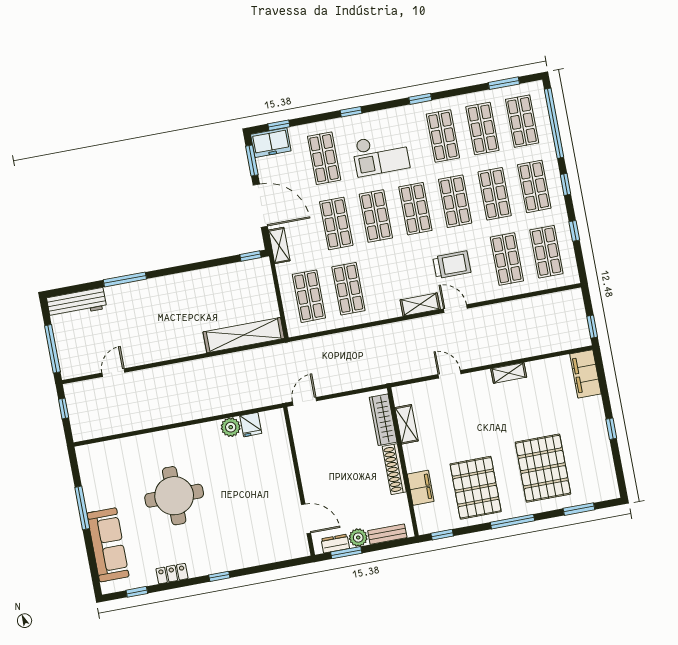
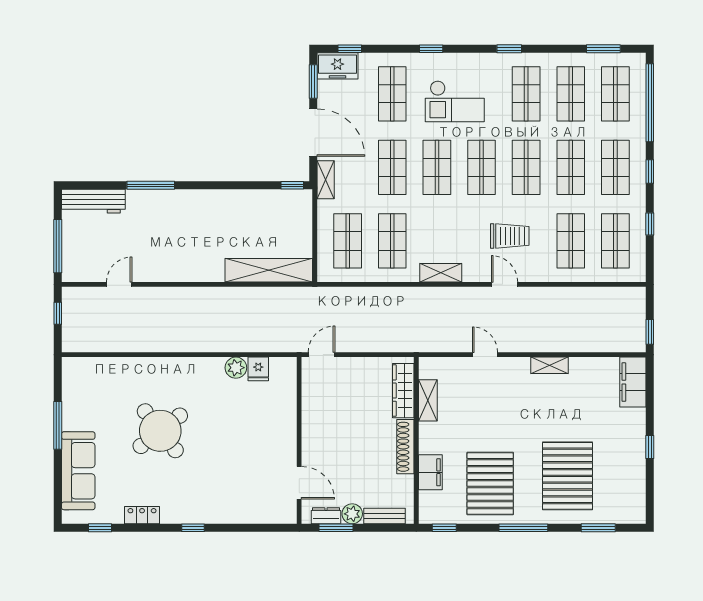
shelving: (420, 304) -> (441, 273), moved
round table: (174, 496) -> (160, 431), turned -38

